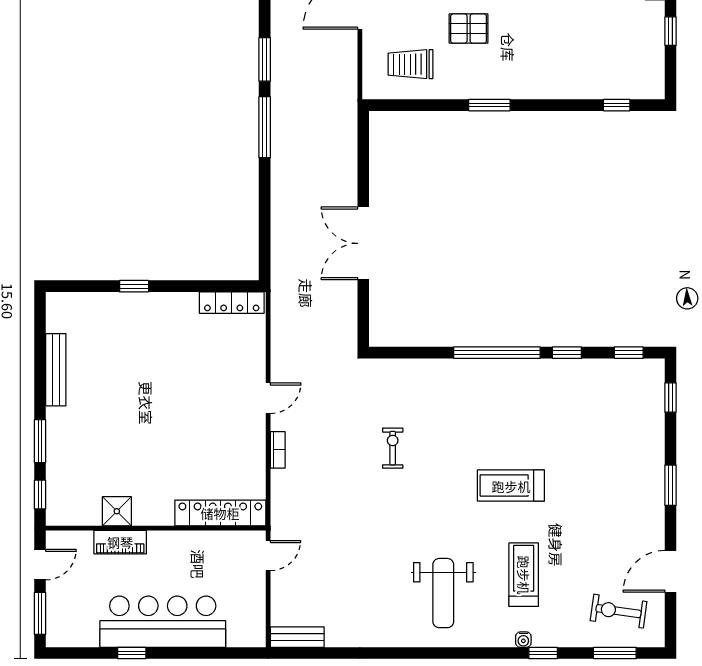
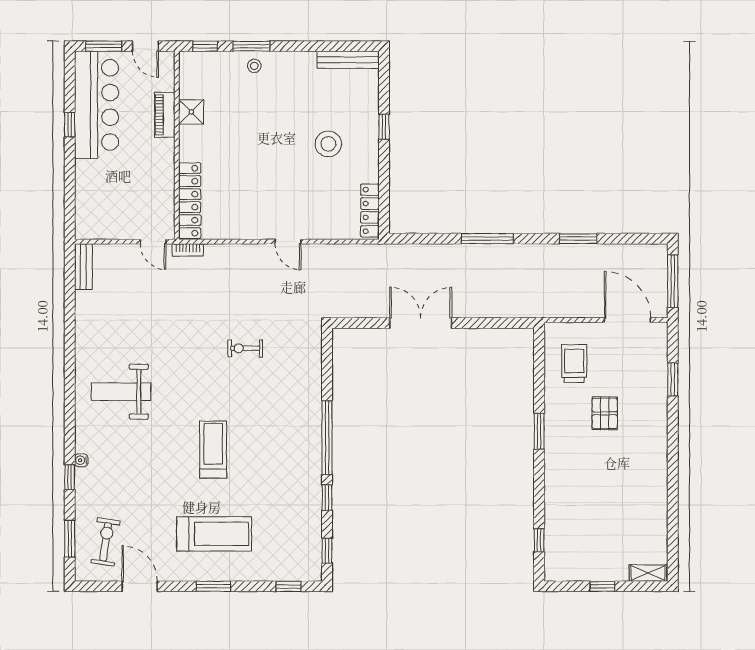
window: (265, 127) -> (487, 239), moved
stool: (154, 351) -> (328, 144), added
bench: (56, 370) -> (348, 60), moved
stool: (63, 437) -> (254, 66), added
exercise bike: (393, 448) -> (245, 348), turned 180
bookcase: (278, 450) -> (188, 250), moved
treadmill: (524, 575) -> (214, 534), moved, width x1.37, depth x1.38
bar counter: (163, 622) -> (97, 105), moved

